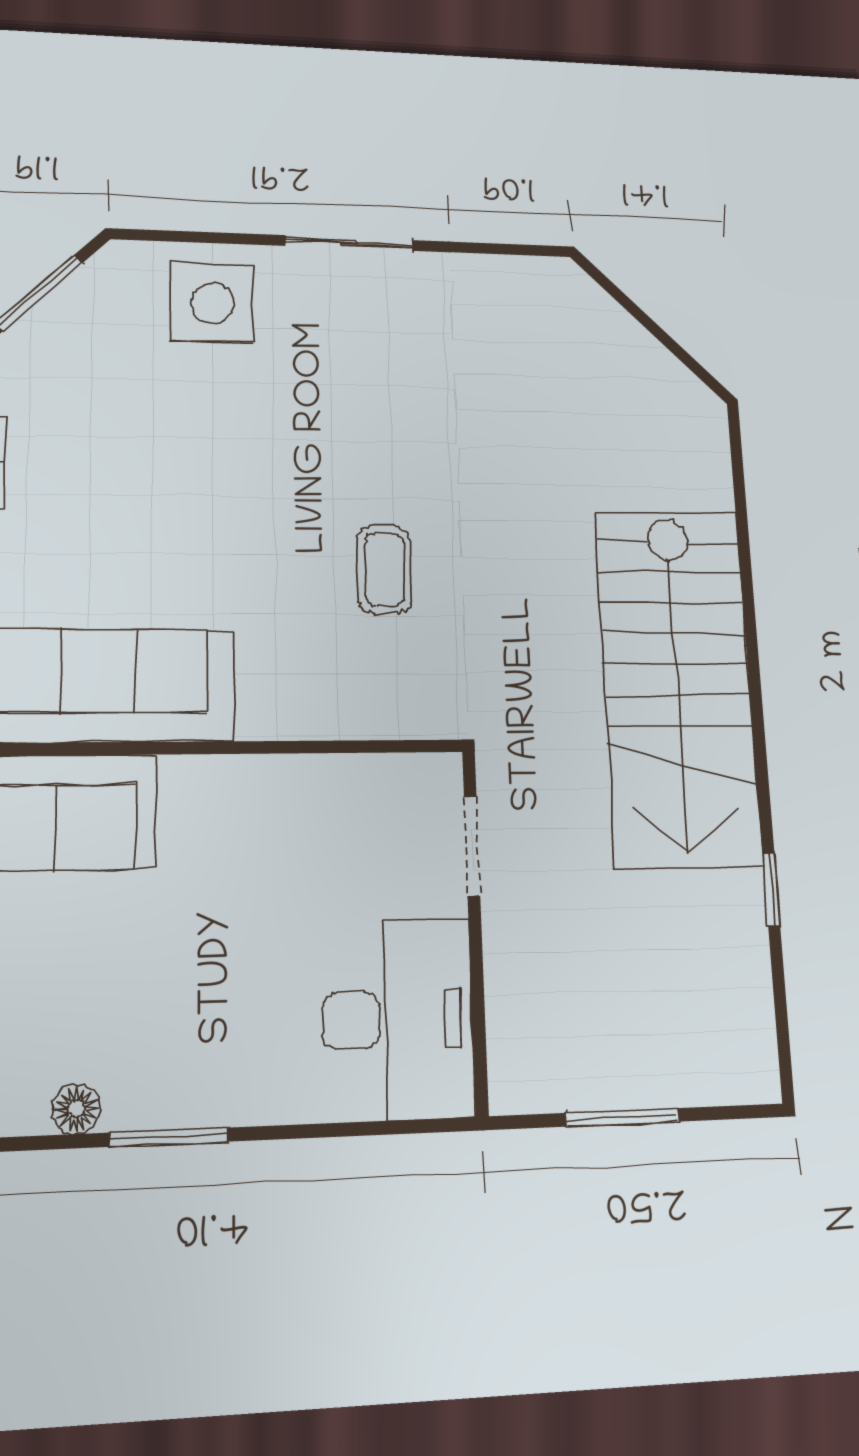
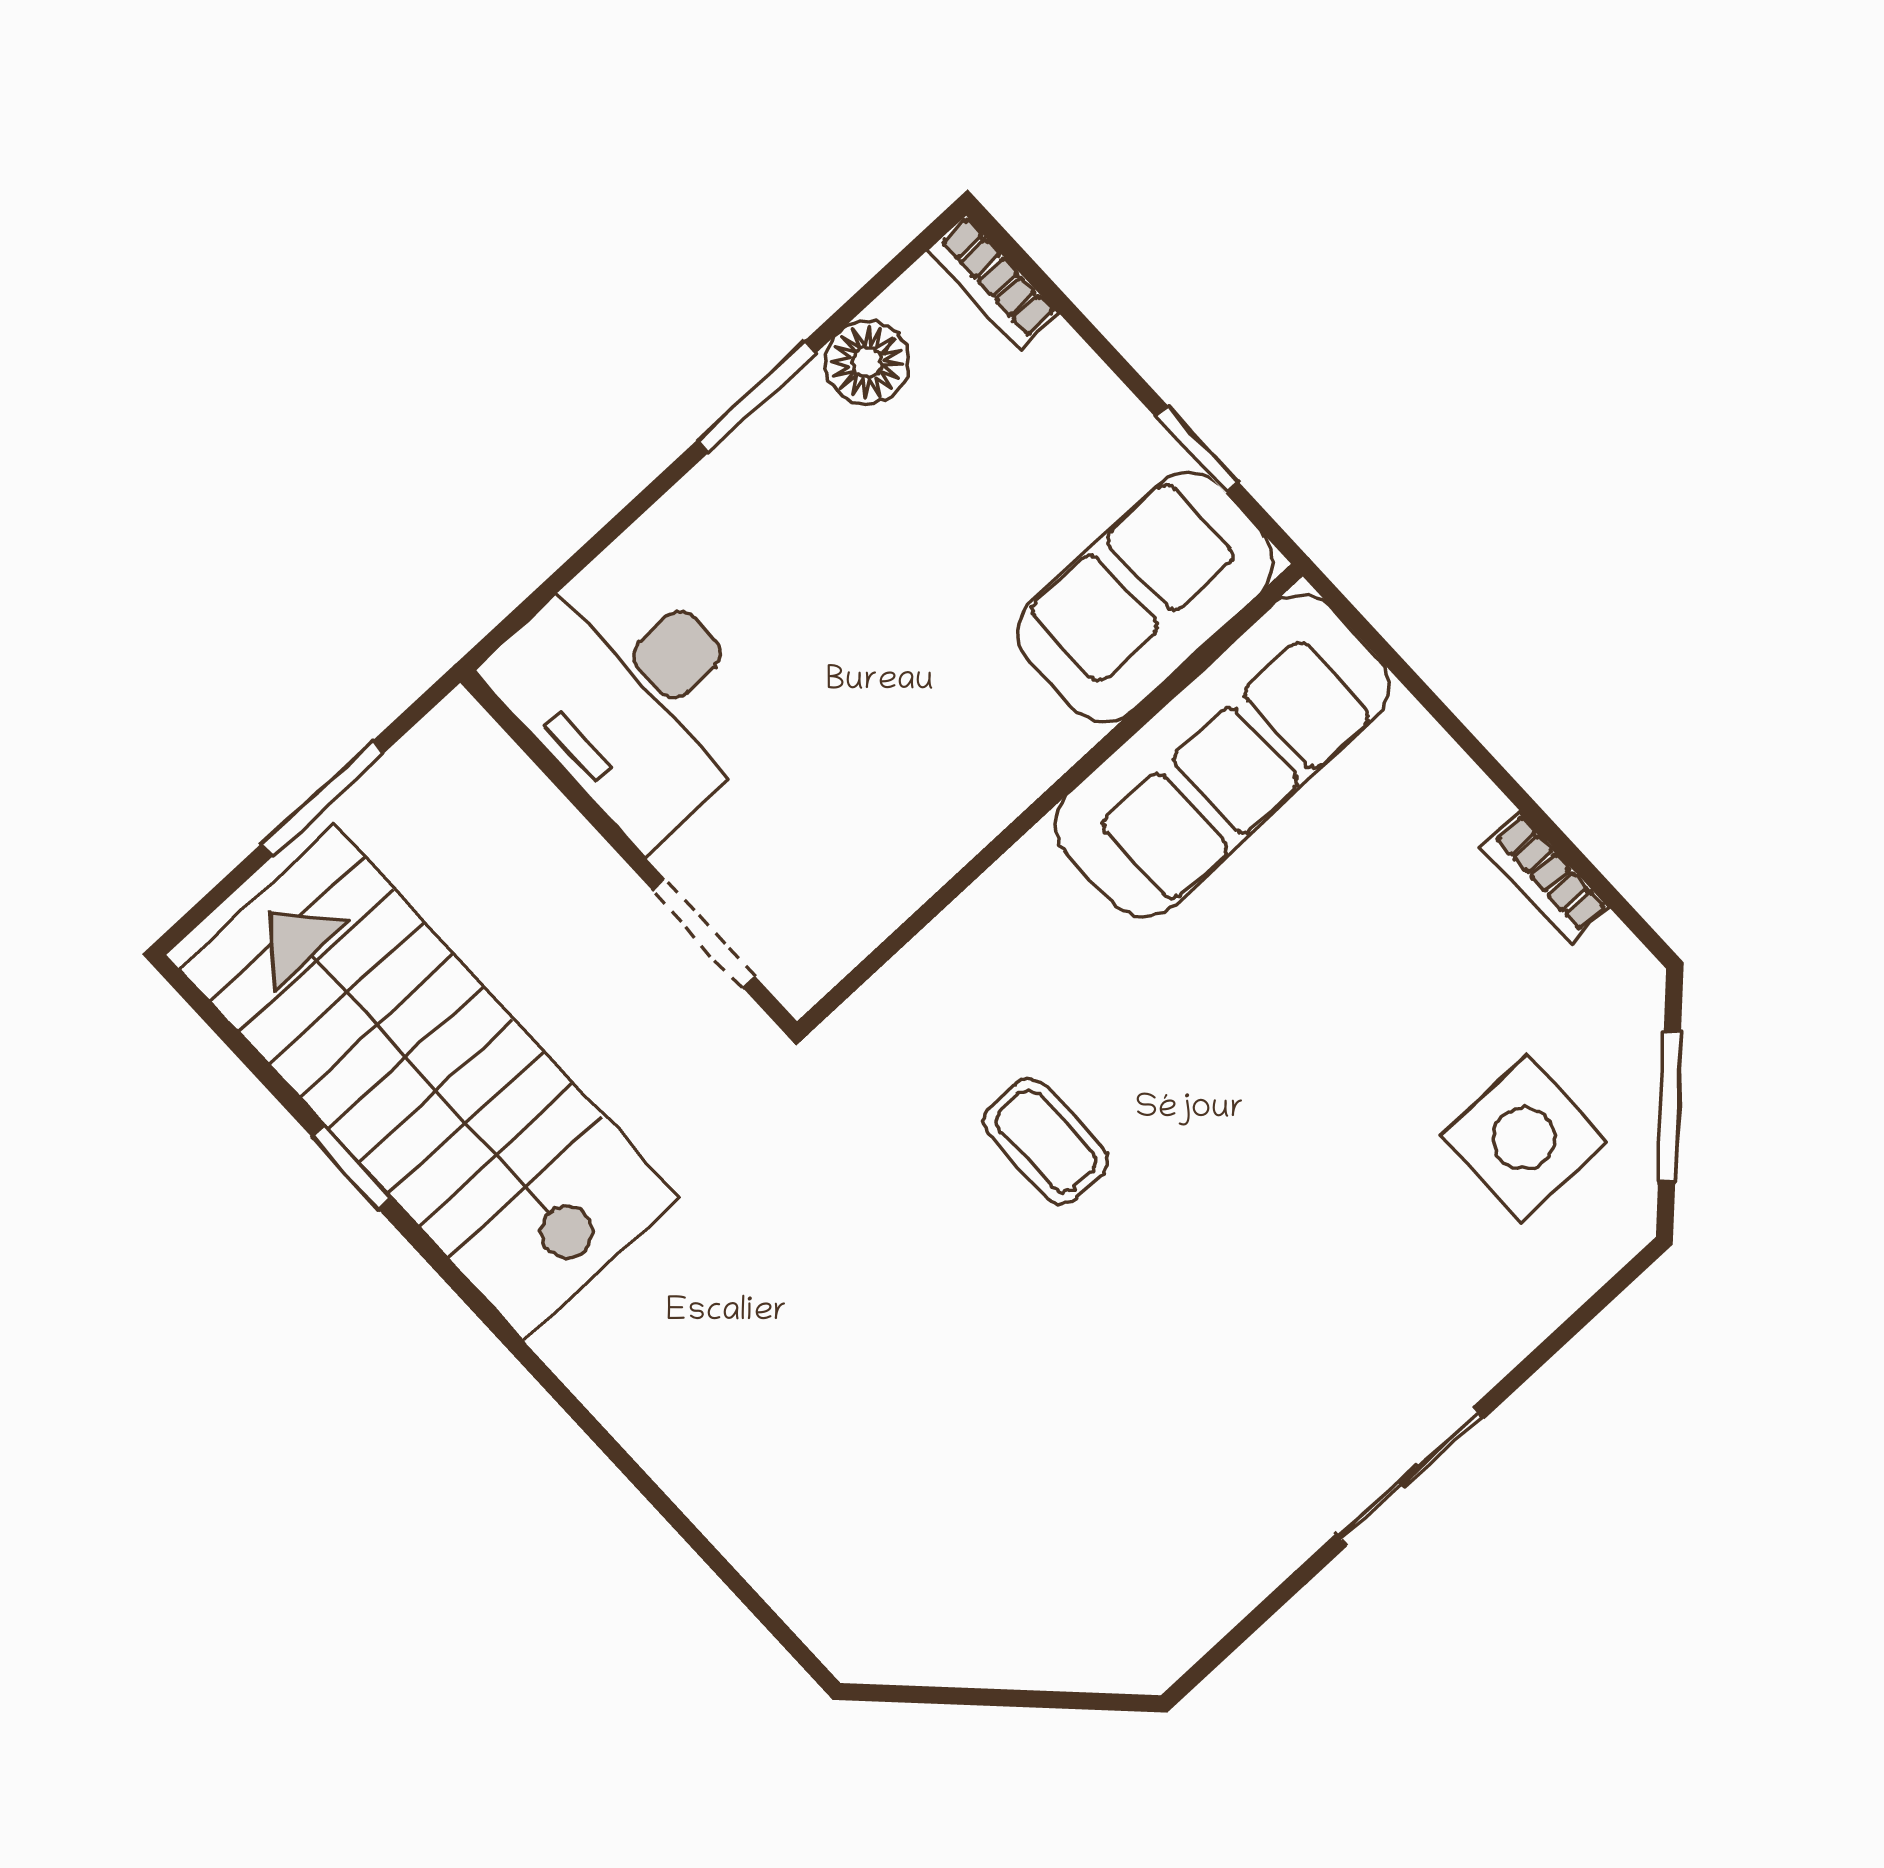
side table: (212, 303) -> (1524, 1139), moved
stairs: (677, 686) -> (429, 1083), moved
floor lamp: (76, 1109) -> (867, 363), width x1.37, depth x1.37

